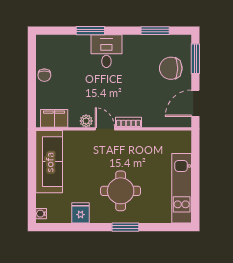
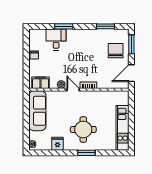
desk: (106, 51) -> (56, 40), moved
chair: (171, 68) -> (116, 51), turned 90

